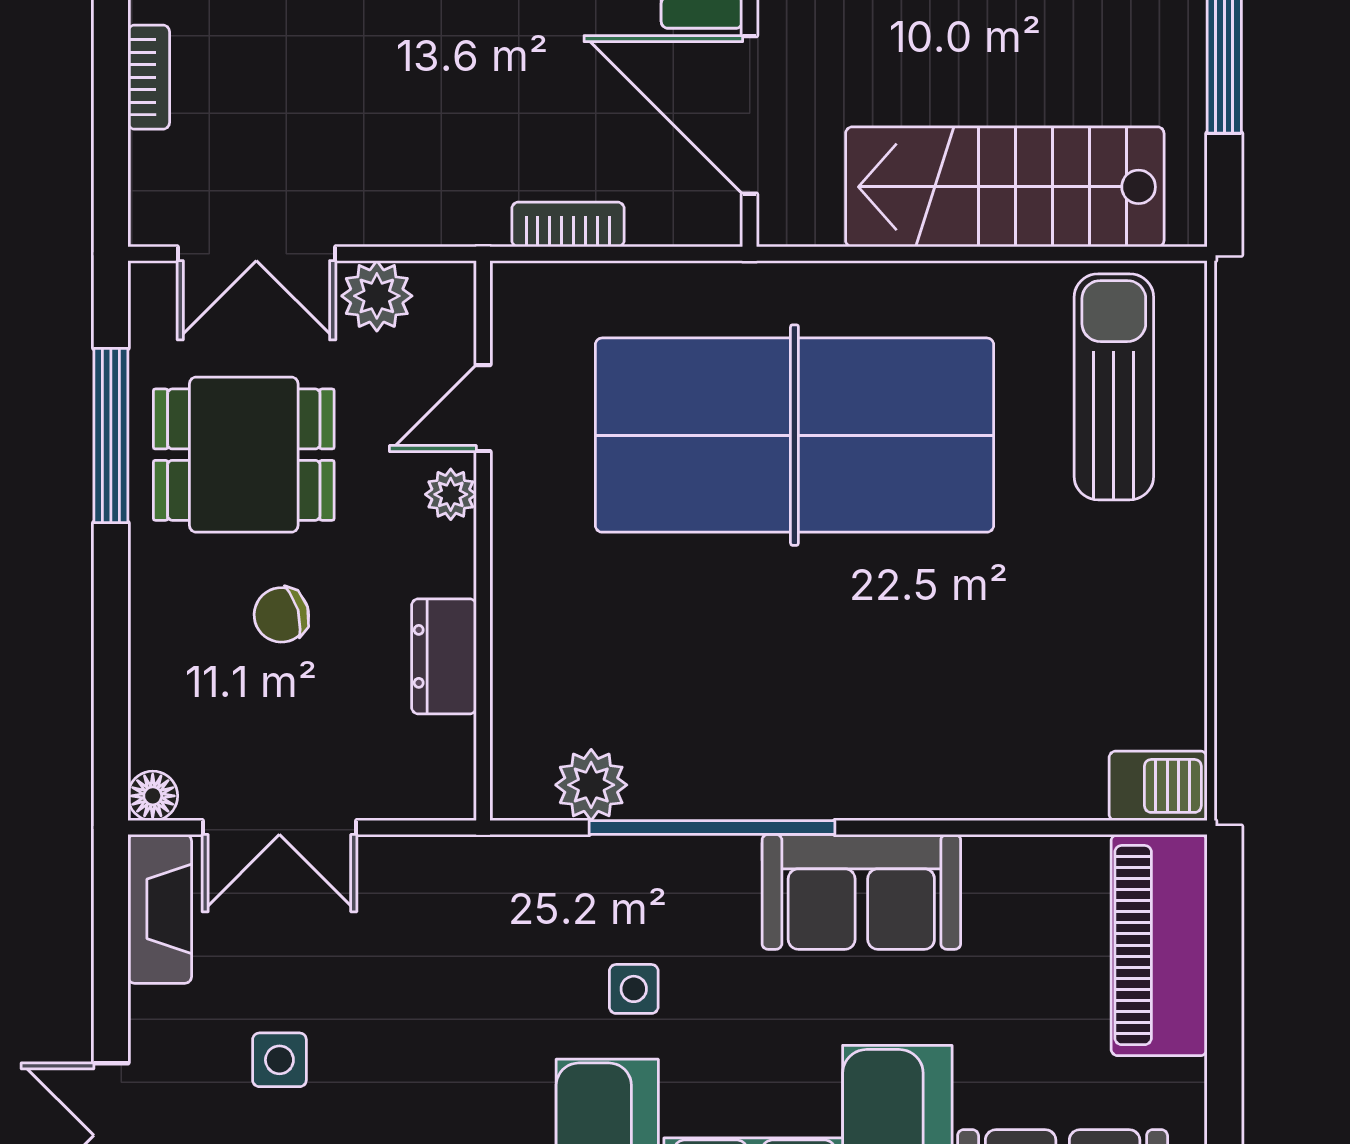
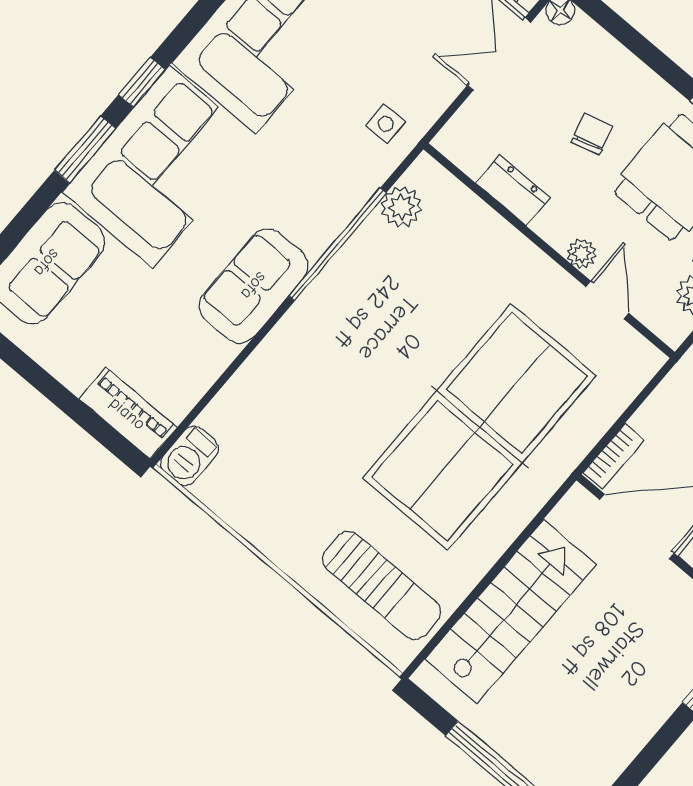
bookcase: (568, 224) -> (614, 456), moved
piano: (1159, 945) -> (128, 413), width x0.73, depth x0.75
side table: (634, 989) -> (386, 124), moved

